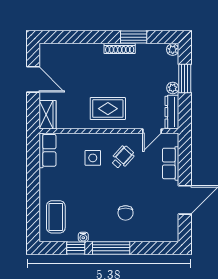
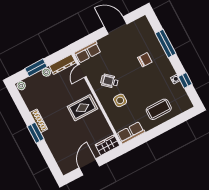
window: (134, 37) -> (36, 133), moved
rug: (108, 109) -> (82, 108), turned 90
door: (152, 131) -> (82, 71), swing flipped
row of seats: (171, 163) -> (88, 52), moved
coffee table: (56, 217) -> (159, 109), moved
window: (111, 248) -> (166, 44), moved

